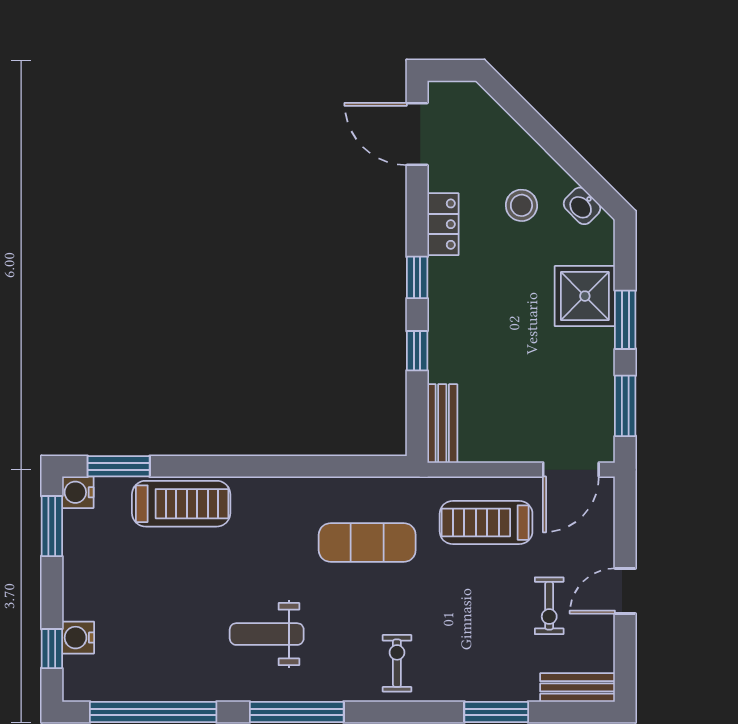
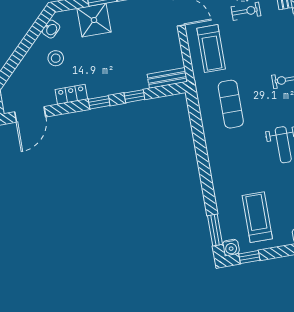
treadmill: (181, 504) -> (257, 217), moved
window: (52, 526) -> (249, 257), width x0.67

